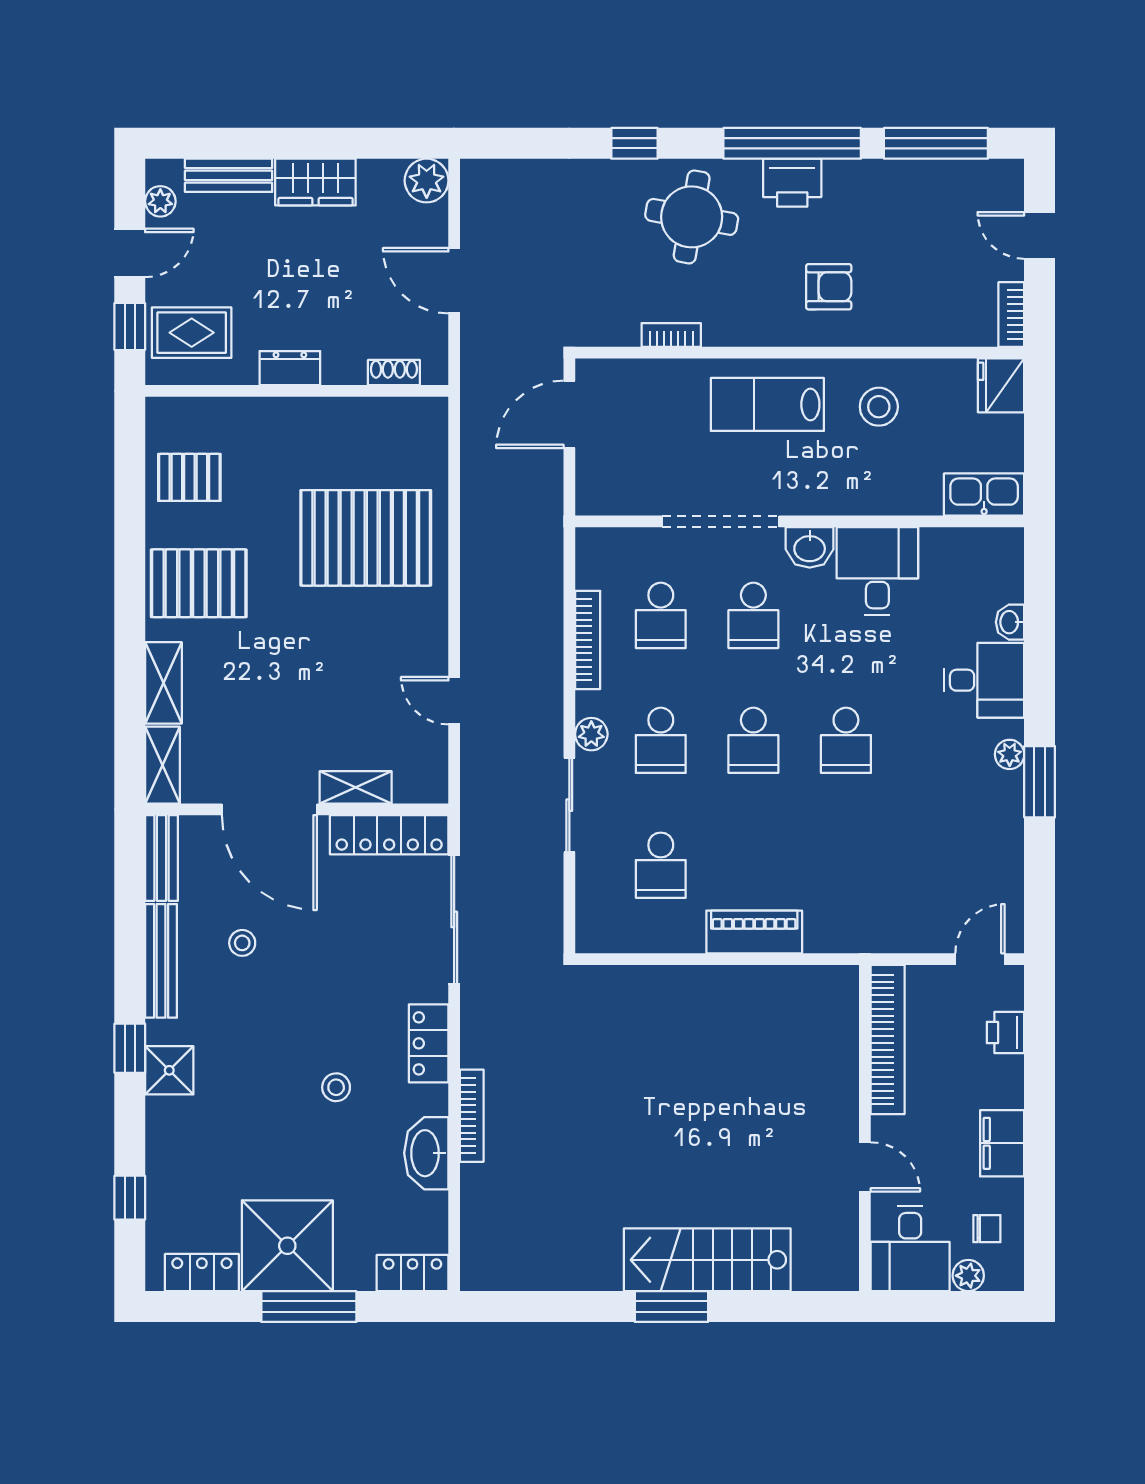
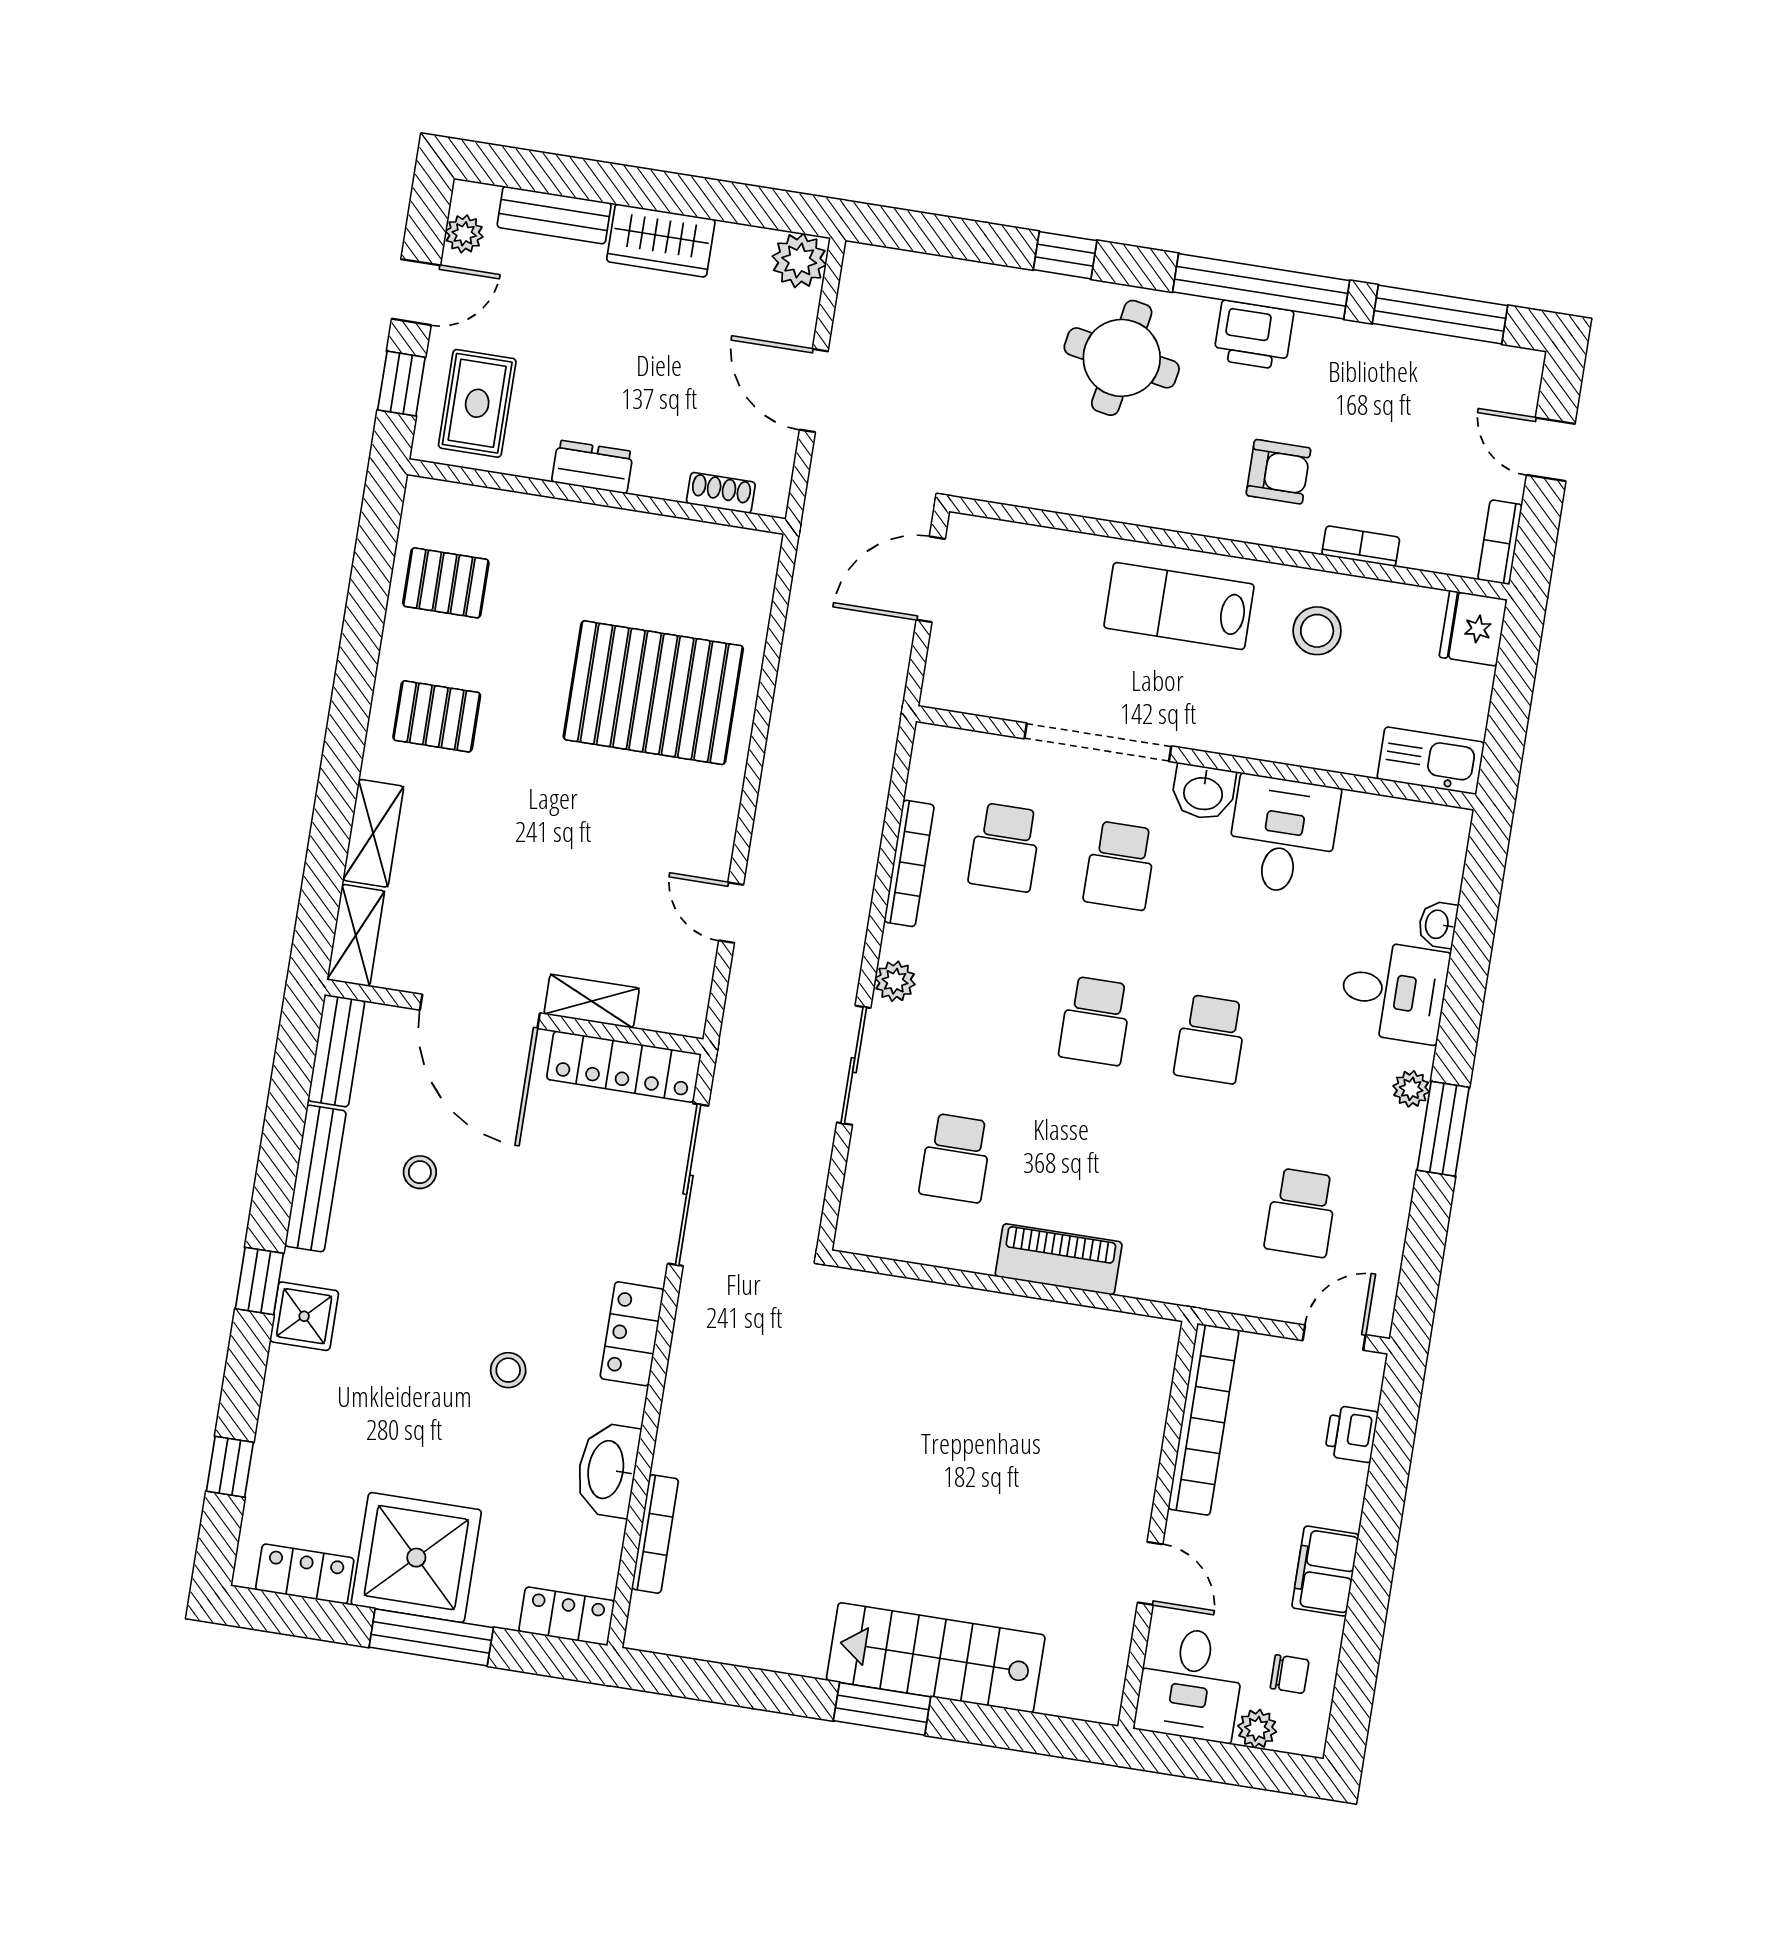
rug: (192, 333) -> (477, 403), turned 90
bookcase: (671, 335) -> (1361, 546), moved
pallet: (199, 583) -> (437, 716), width x0.67, depth x0.71
school desk: (661, 740) -> (1301, 1213), moved
bookcase: (472, 1116) -> (655, 1534), moved

